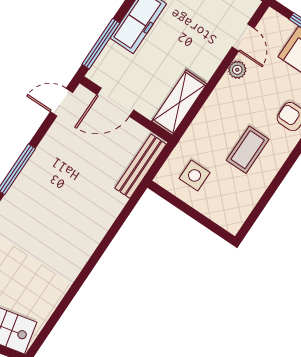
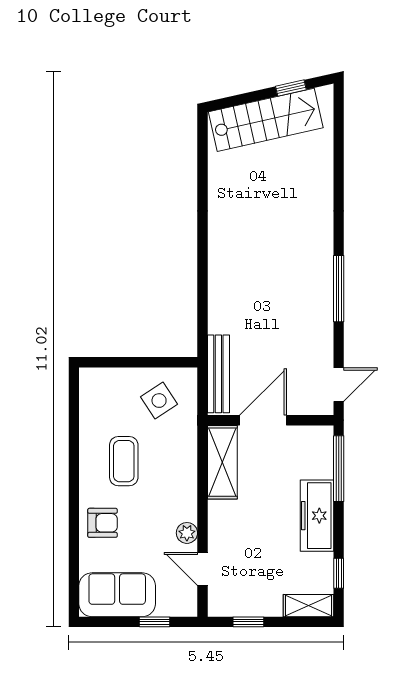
door: (115, 102) -> (263, 420), moved
side table: (195, 175) -> (159, 401), turned -33

